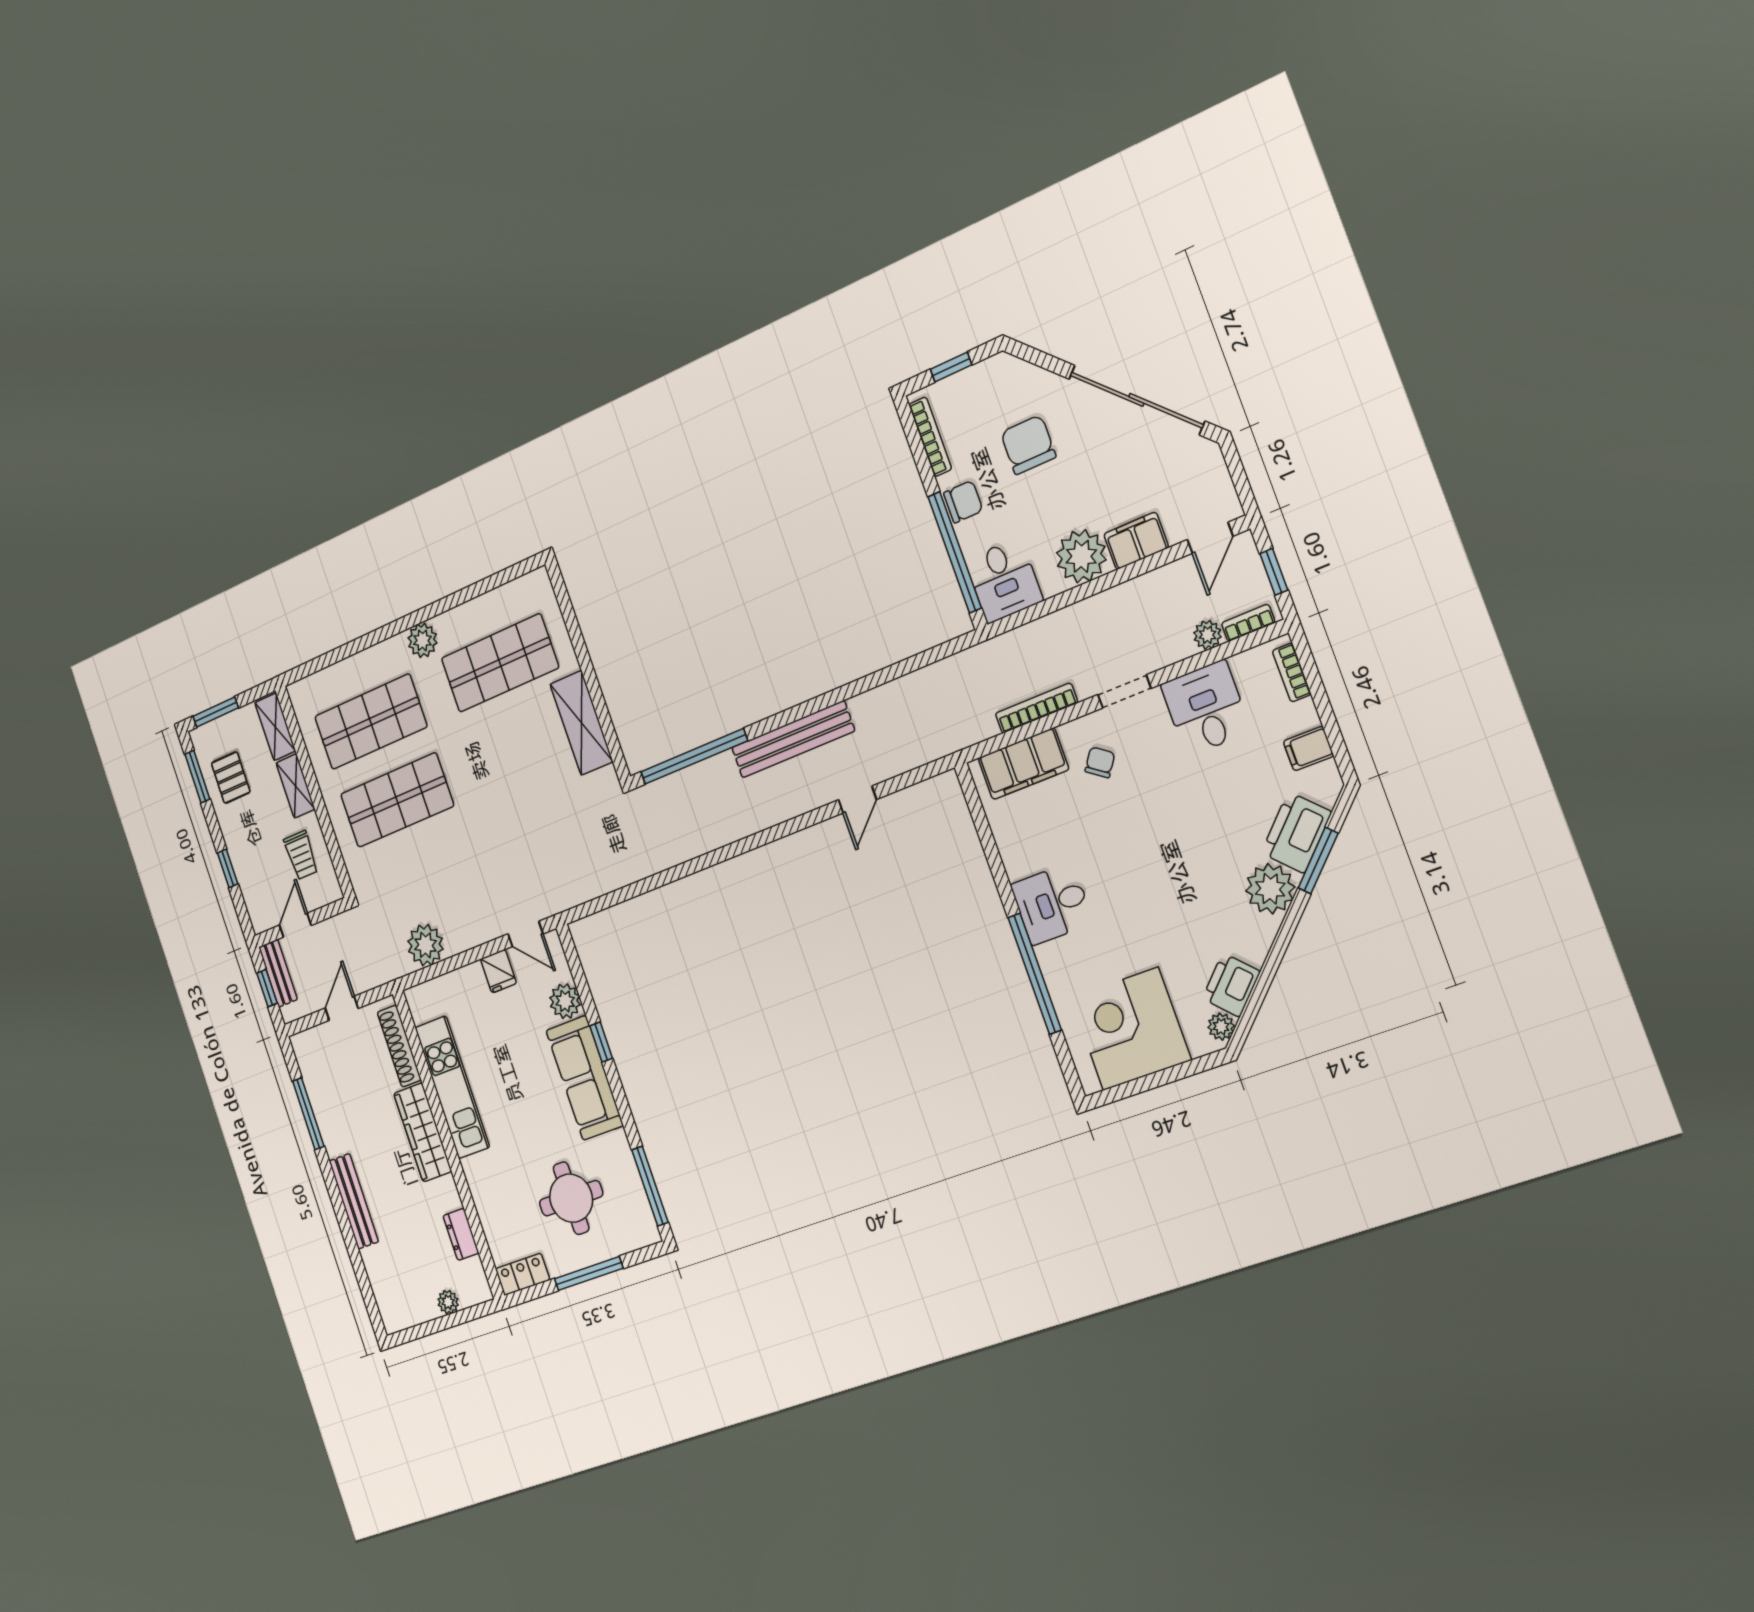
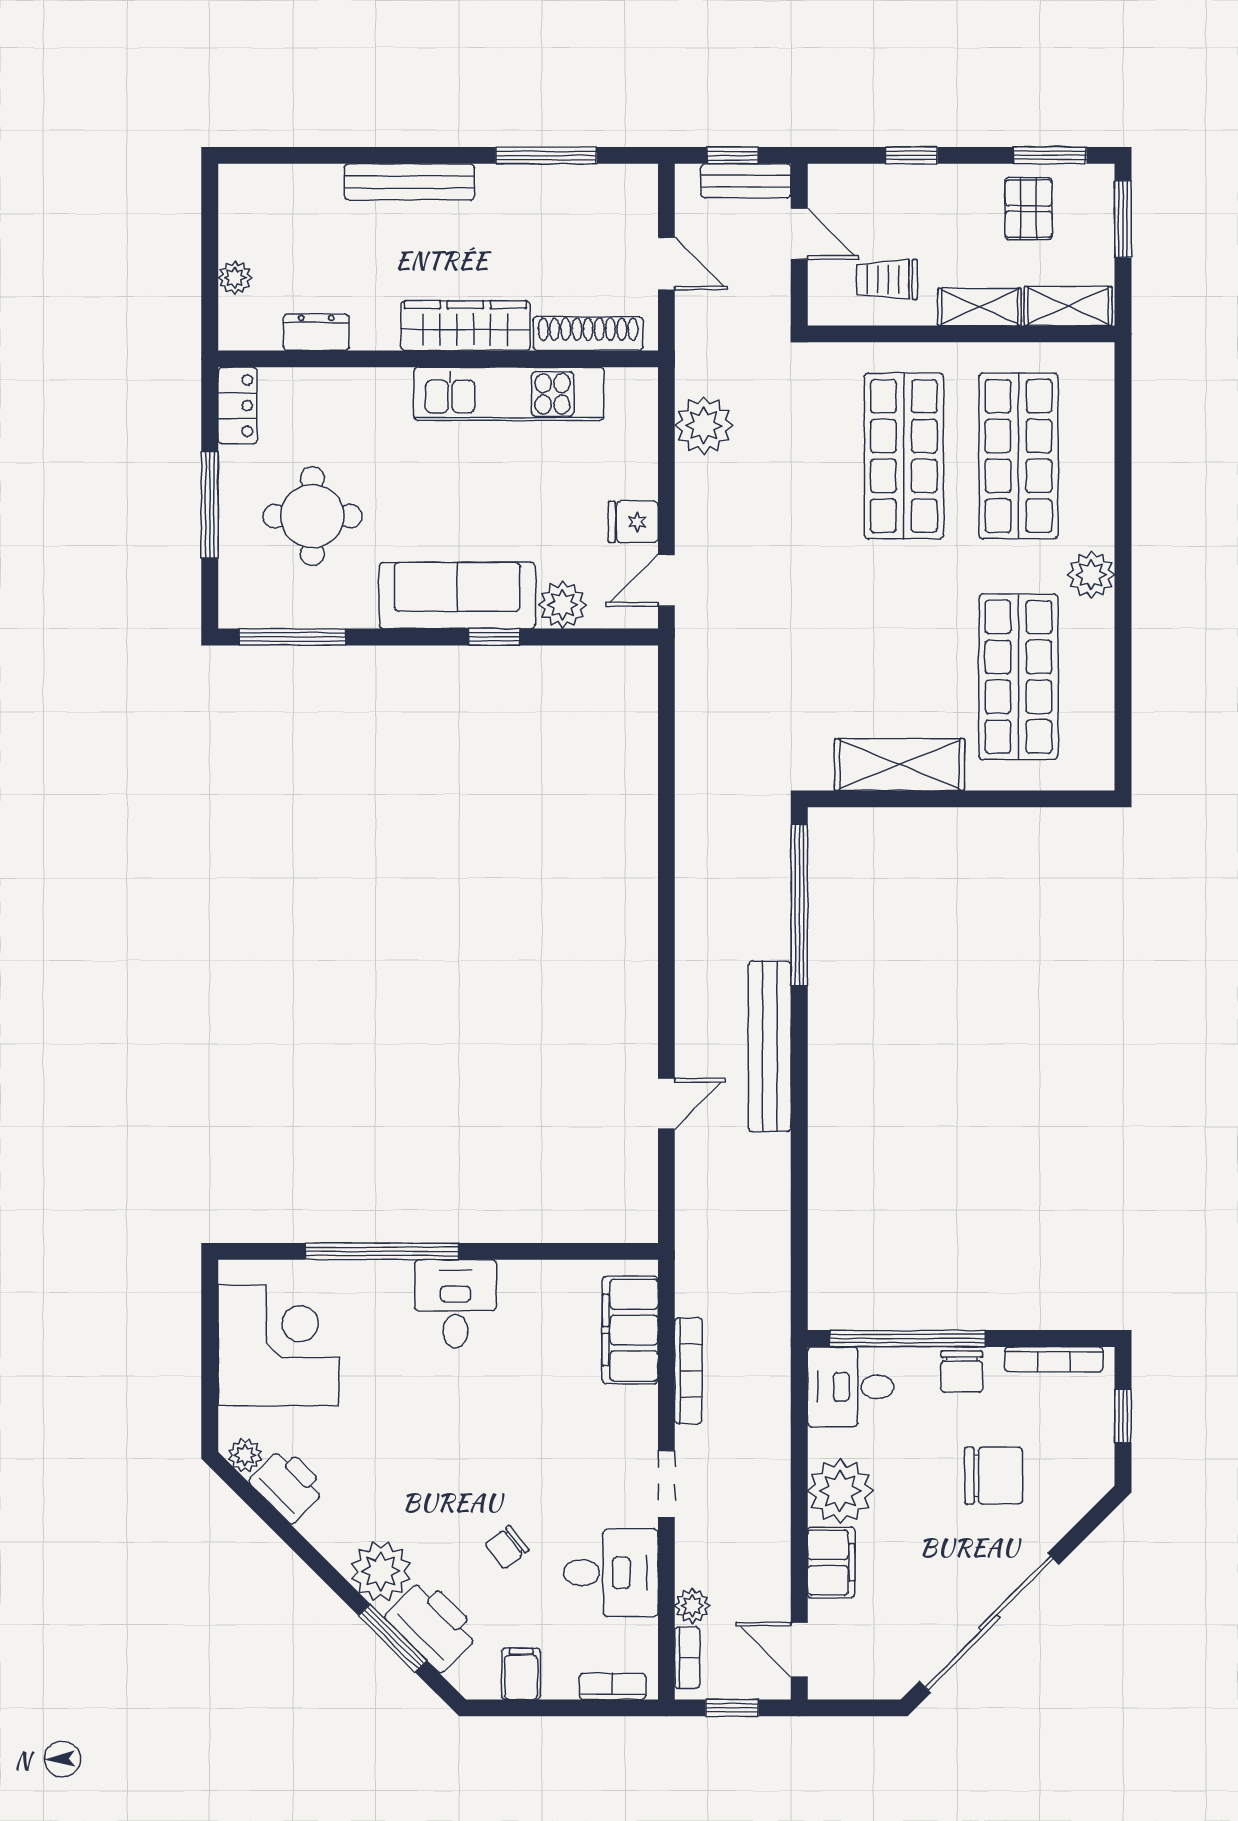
chair: (1100, 762) -> (507, 1547), moved, turned 107
pallet: (231, 778) -> (1028, 209), turned 90
door: (857, 800) -> (666, 1103), swing flipped

